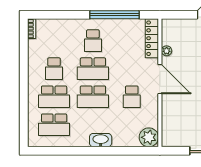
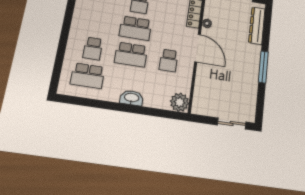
school desk: (54, 69) -> (98, 22), removed
school desk: (54, 97) -> (93, 48), width x0.54

